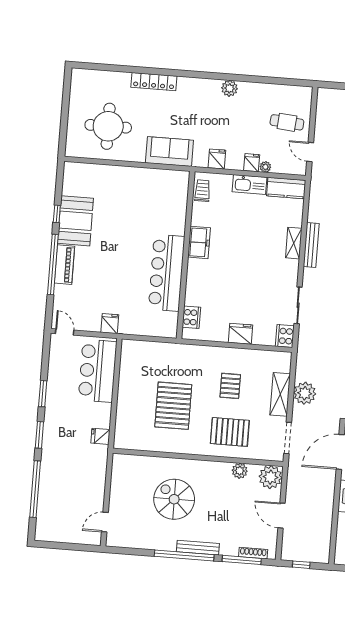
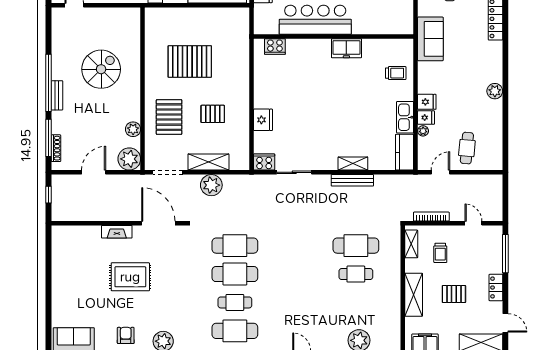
fridge: (217, 159) -> (427, 102), moved
freezer: (199, 242) -> (346, 48), moved
wall: (186, 255) -> (334, 36), moved
bar counter: (167, 273) -> (315, 20), moved
cooker: (191, 317) -> (275, 47), moved
bench: (198, 548) -> (57, 95), width x0.73

